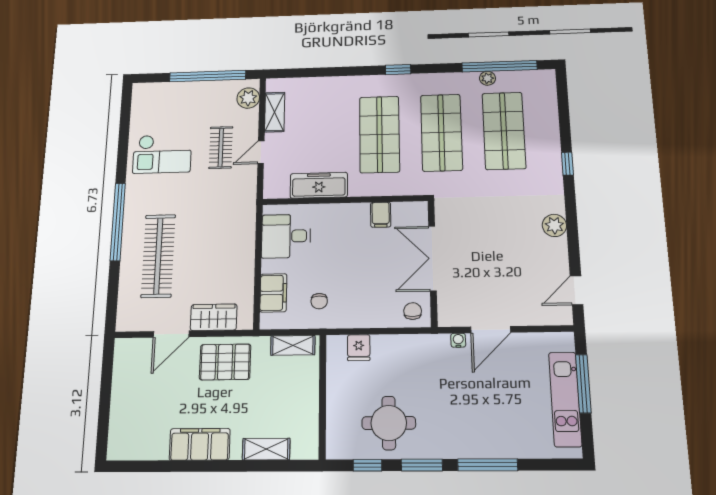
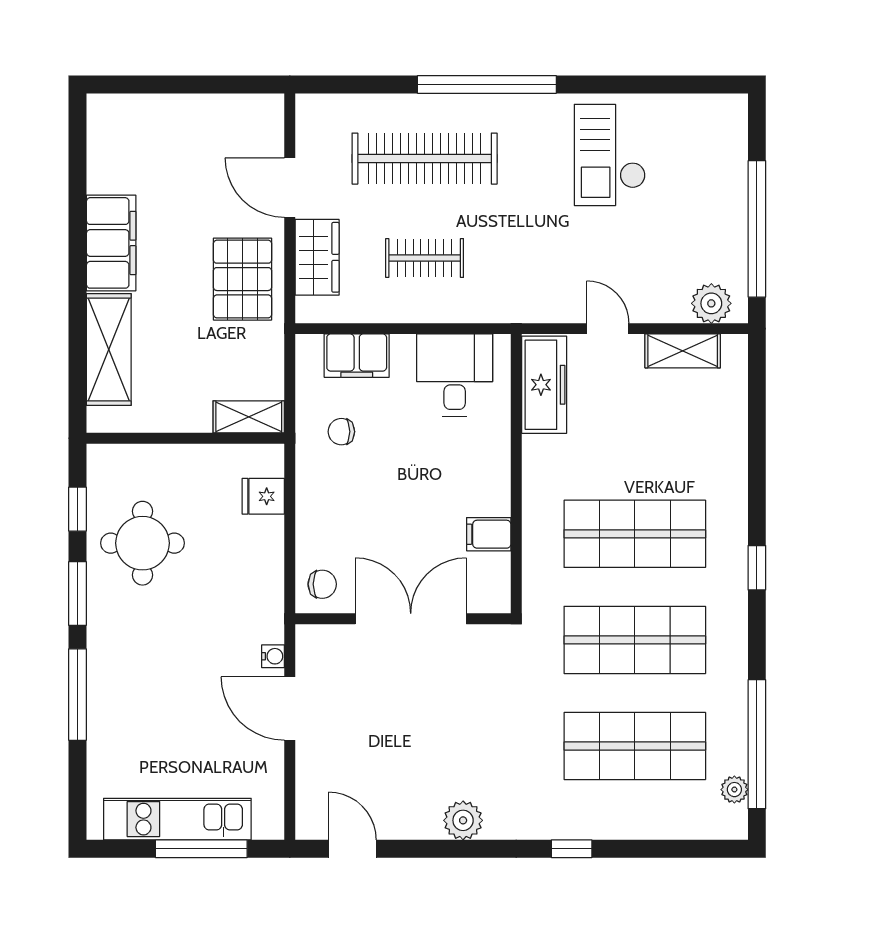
plant: (487, 78) -> (734, 790), moved
clothes rail: (221, 148) -> (425, 258), moved
freezer: (319, 185) -> (544, 385), moved
shelving: (293, 345) -> (249, 417), moved, turned 90
shelving: (266, 449) -> (109, 350), width x1.50, depth x1.33

